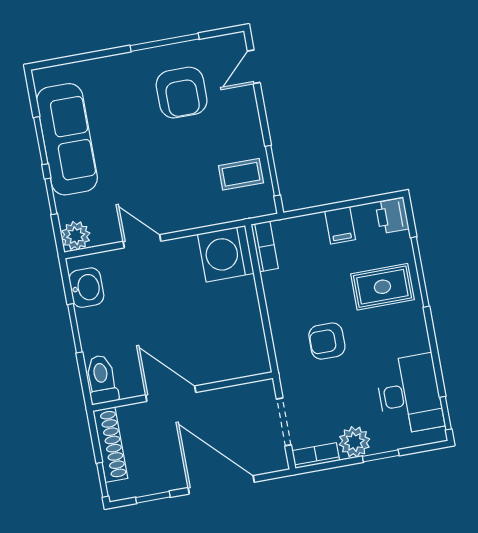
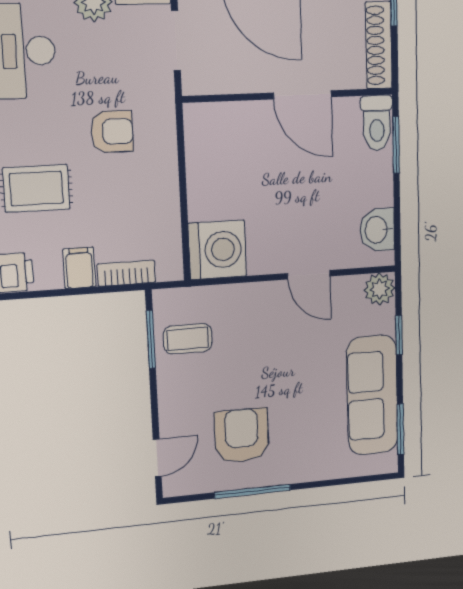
window: (41, 141) -> (400, 429), moved
bookcase: (265, 246) -> (126, 273), moved, turned 90
window: (75, 328) -> (396, 145), moved

